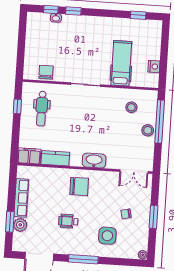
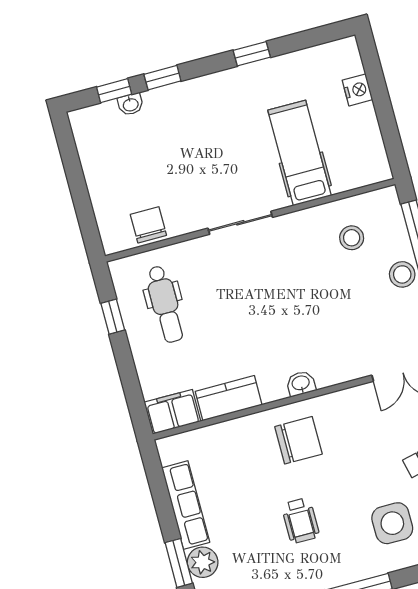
window: (138, 15) -> (252, 54), moved
nightstand: (154, 67) -> (357, 90), moved
washbasin: (94, 161) -> (301, 383), width x0.52, depth x0.69
wheelchair: (68, 221) -> (300, 521), turned -90

